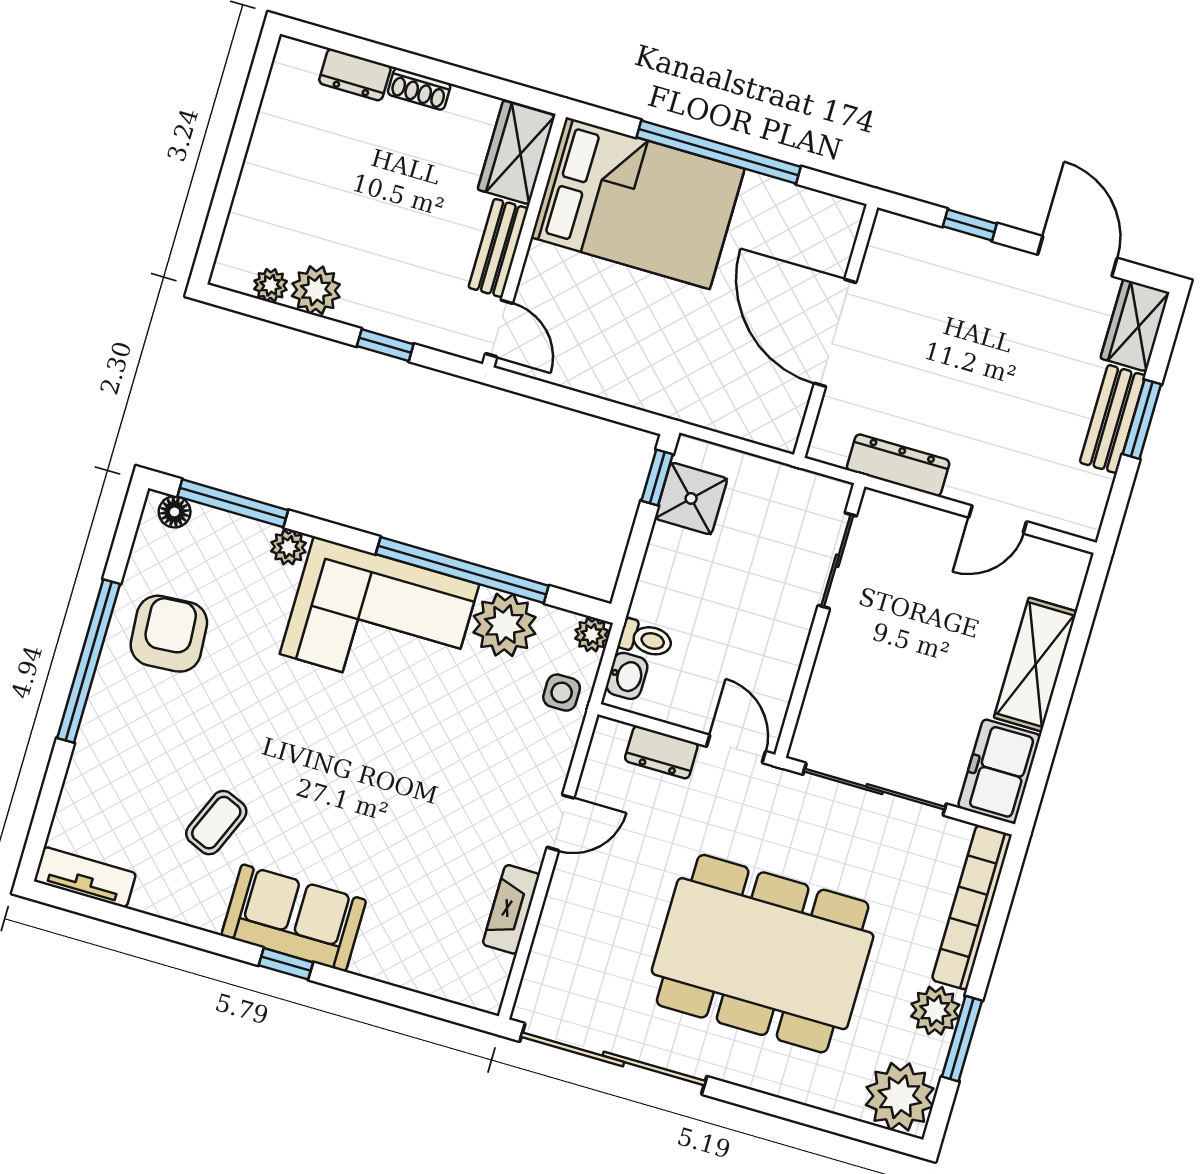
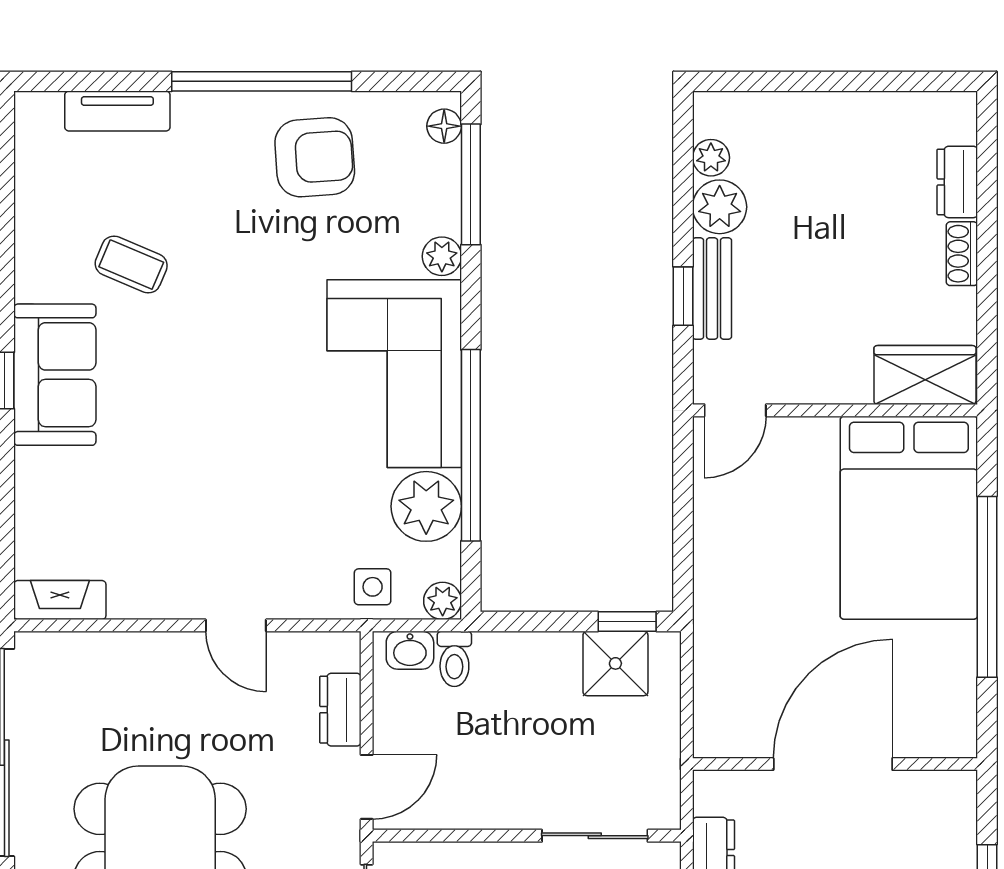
bench: (498, 248) -> (712, 289), moved, turned 90
tv unit: (85, 877) -> (117, 111), moved, turned 90
fireplace: (511, 909) -> (60, 600), moved

